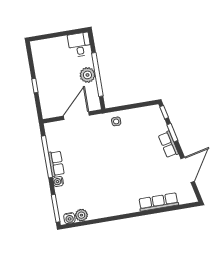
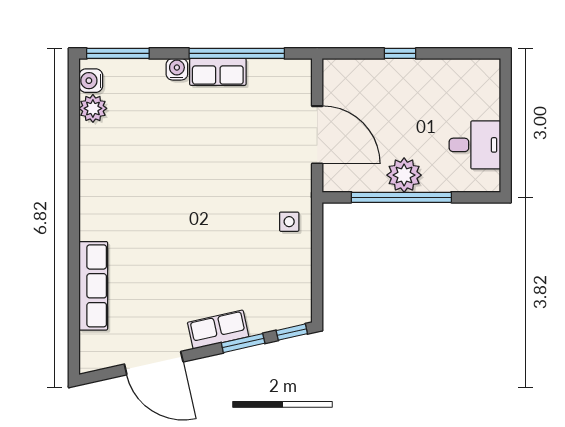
desk: (79, 45) -> (475, 145), moved

